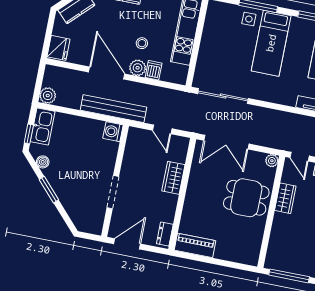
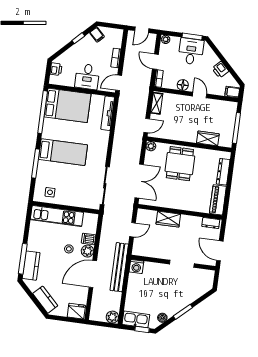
side table: (249, 19) -> (50, 192), moved
wardrobe: (285, 198) -> (208, 138), moved
dresser: (232, 255) -> (223, 172), added

